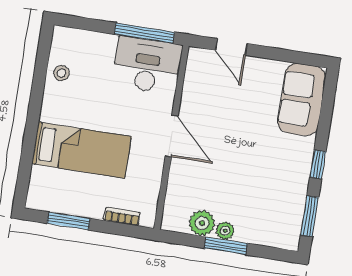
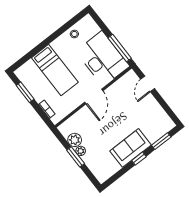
desk: (147, 65) -> (103, 59), width x1.36, depth x1.30
sofa: (302, 100) -> (131, 148), moved
window: (310, 216) -> (161, 141), moved

